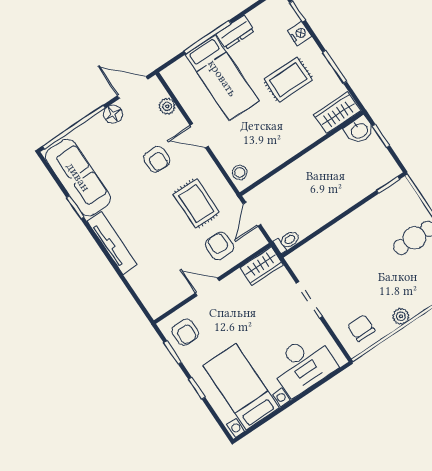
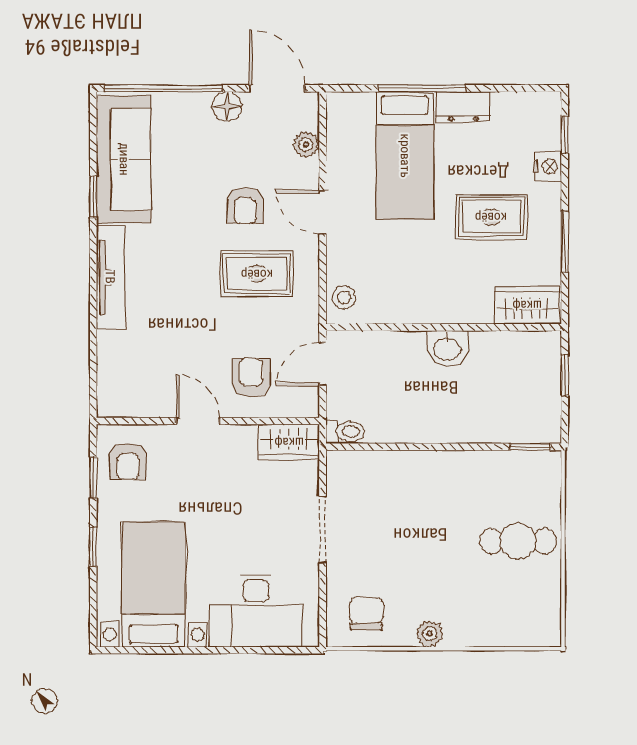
washbasin: (359, 130) -> (447, 348), moved
rug: (196, 203) -> (257, 274), moved, turned 90

